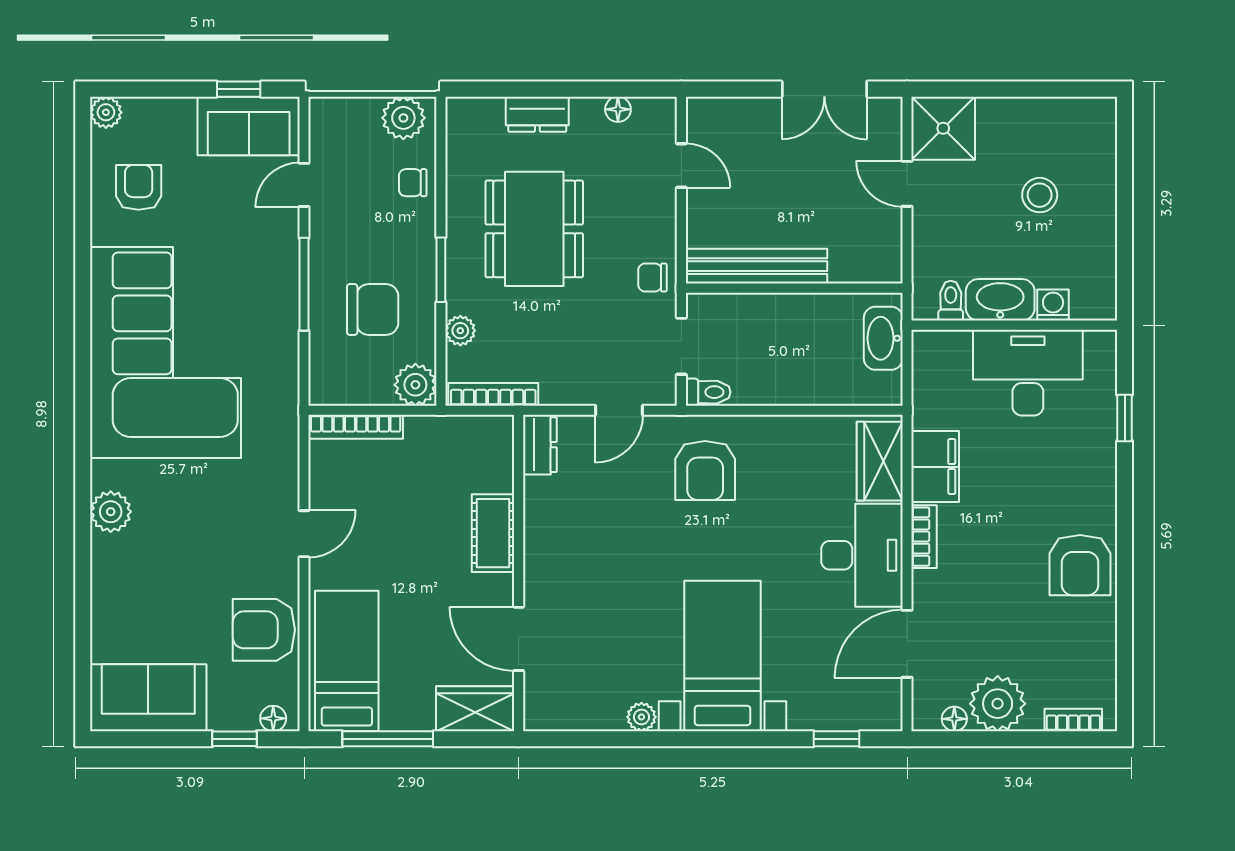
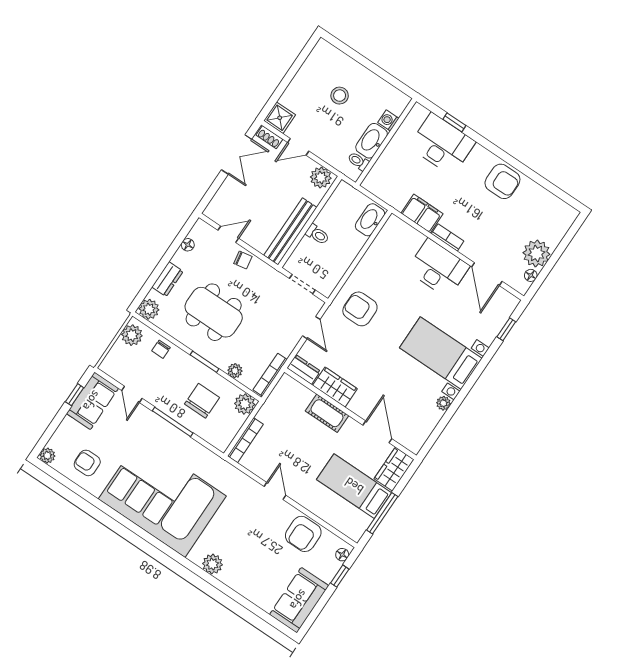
plant: (466, 117) -> (149, 309), added
shoe rack: (891, 124) -> (269, 137), added
shower: (943, 128) -> (280, 118), width x0.73, depth x0.73
plant: (881, 256) -> (321, 178), added
chair: (653, 277) -> (243, 260), moved, turned -100
washbasin: (883, 338) -> (370, 220), moved, turned 90
desk: (1028, 373) -> (442, 144), moved, turned 90
toilet: (708, 392) -> (317, 234), moved, turned 90
wardrobe: (880, 461) -> (335, 387), moved, turned 180
armchair: (705, 470) -> (360, 309), turned 180
door: (519, 639) -> (377, 432), swing flipped
bed: (347, 661) -> (354, 486), moved
bookcase: (1073, 720) -> (564, 227), removed

